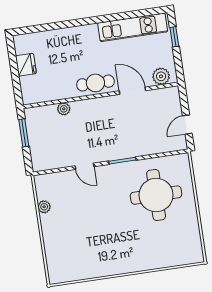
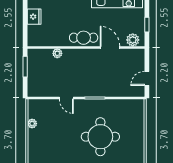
window: (174, 37) -> (147, 25), moved
round table: (156, 195) -> (100, 137), moved

